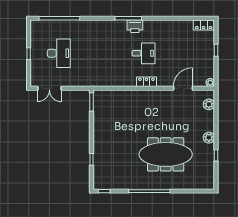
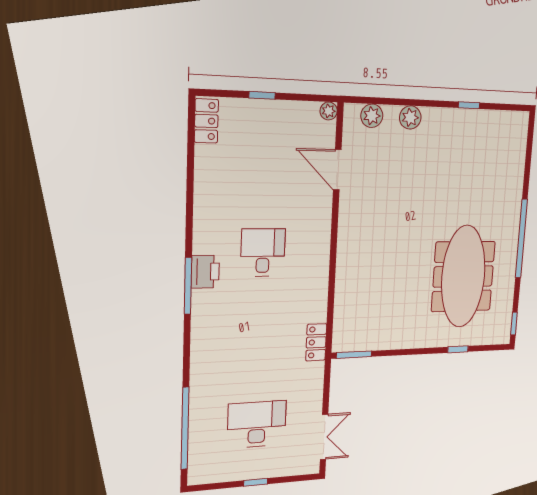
locker: (146, 82) -> (316, 342), moved
plant: (209, 138) -> (410, 117), moved
meeting table: (166, 154) -> (463, 276), moved

